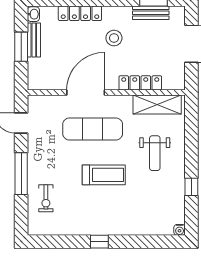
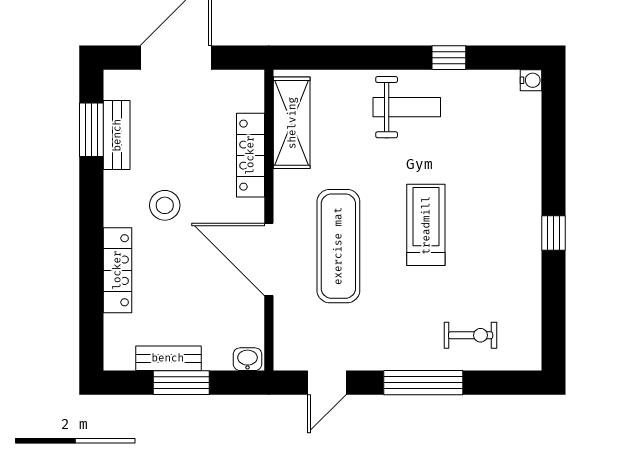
washbasin: (33, 14) -> (247, 359), moved
weight bench: (155, 153) -> (407, 107), moved

